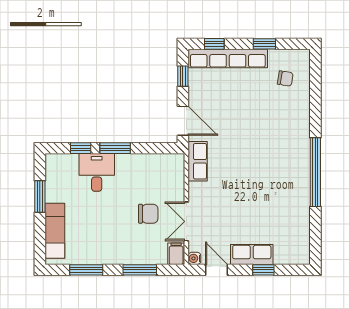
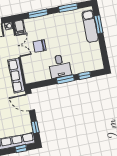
row of seats: (198, 161) -> (16, 76), width x1.48
desk: (97, 172) -> (60, 66), moved
window: (40, 197) -> (99, 24), moved

